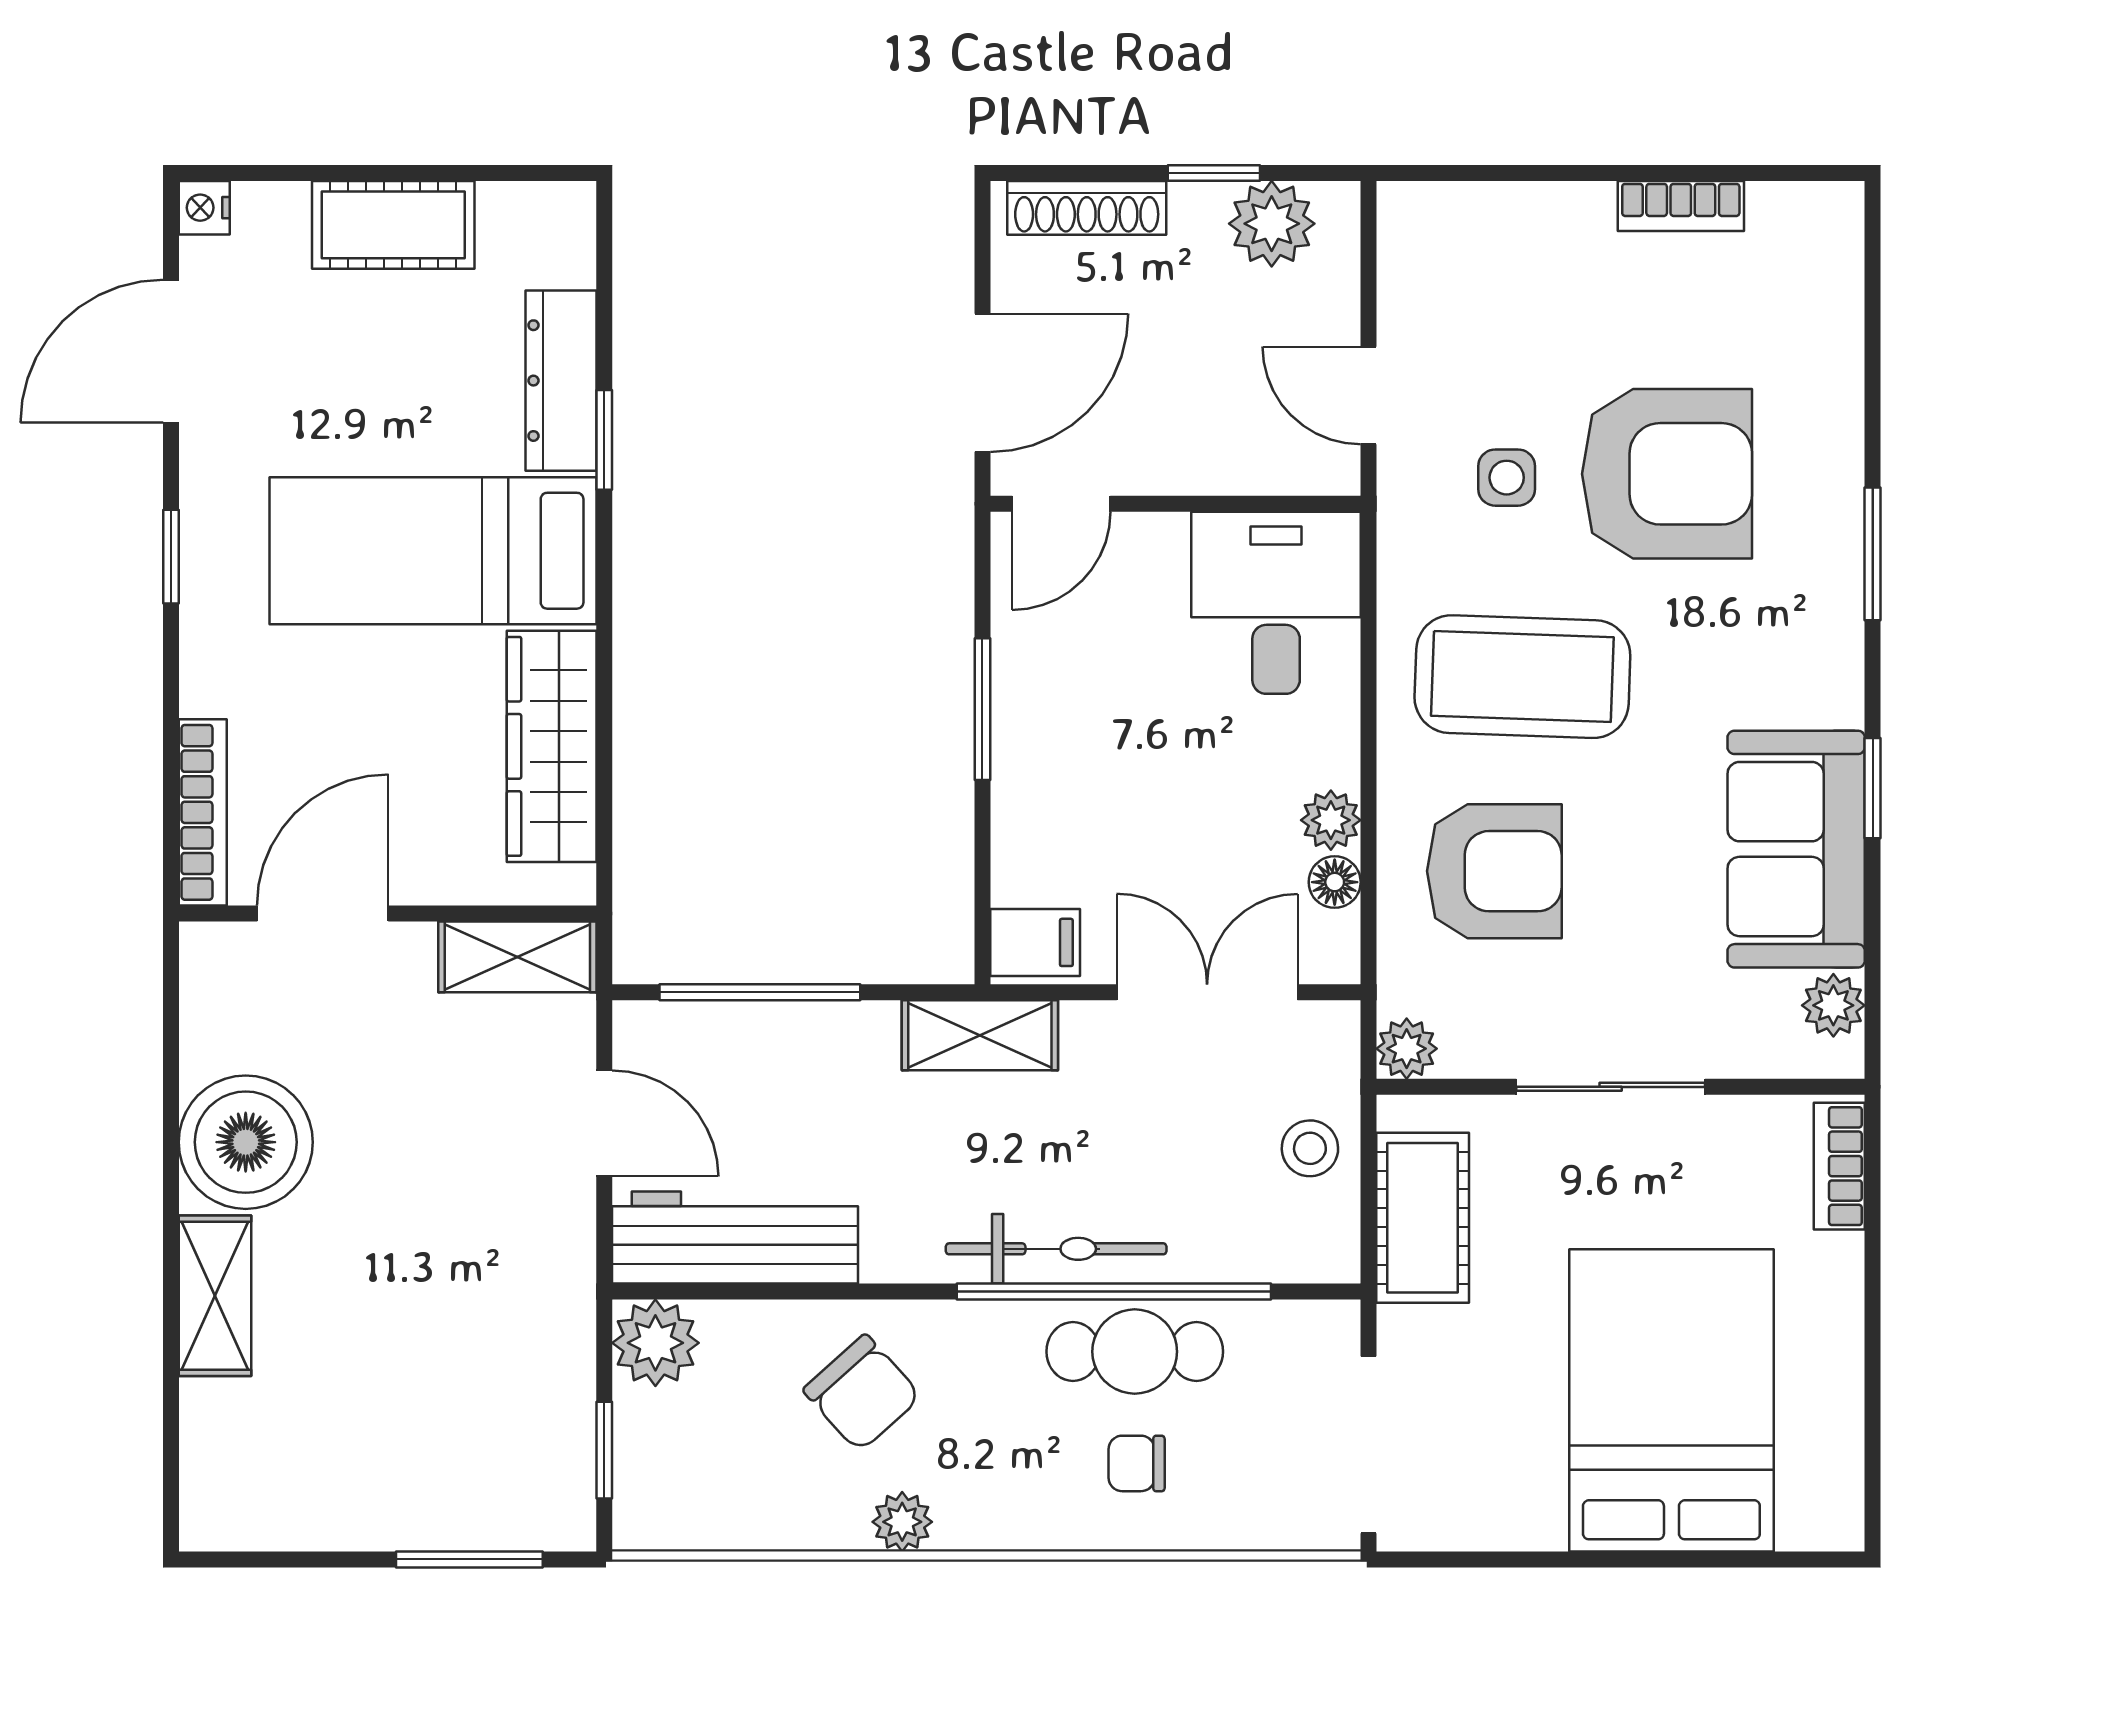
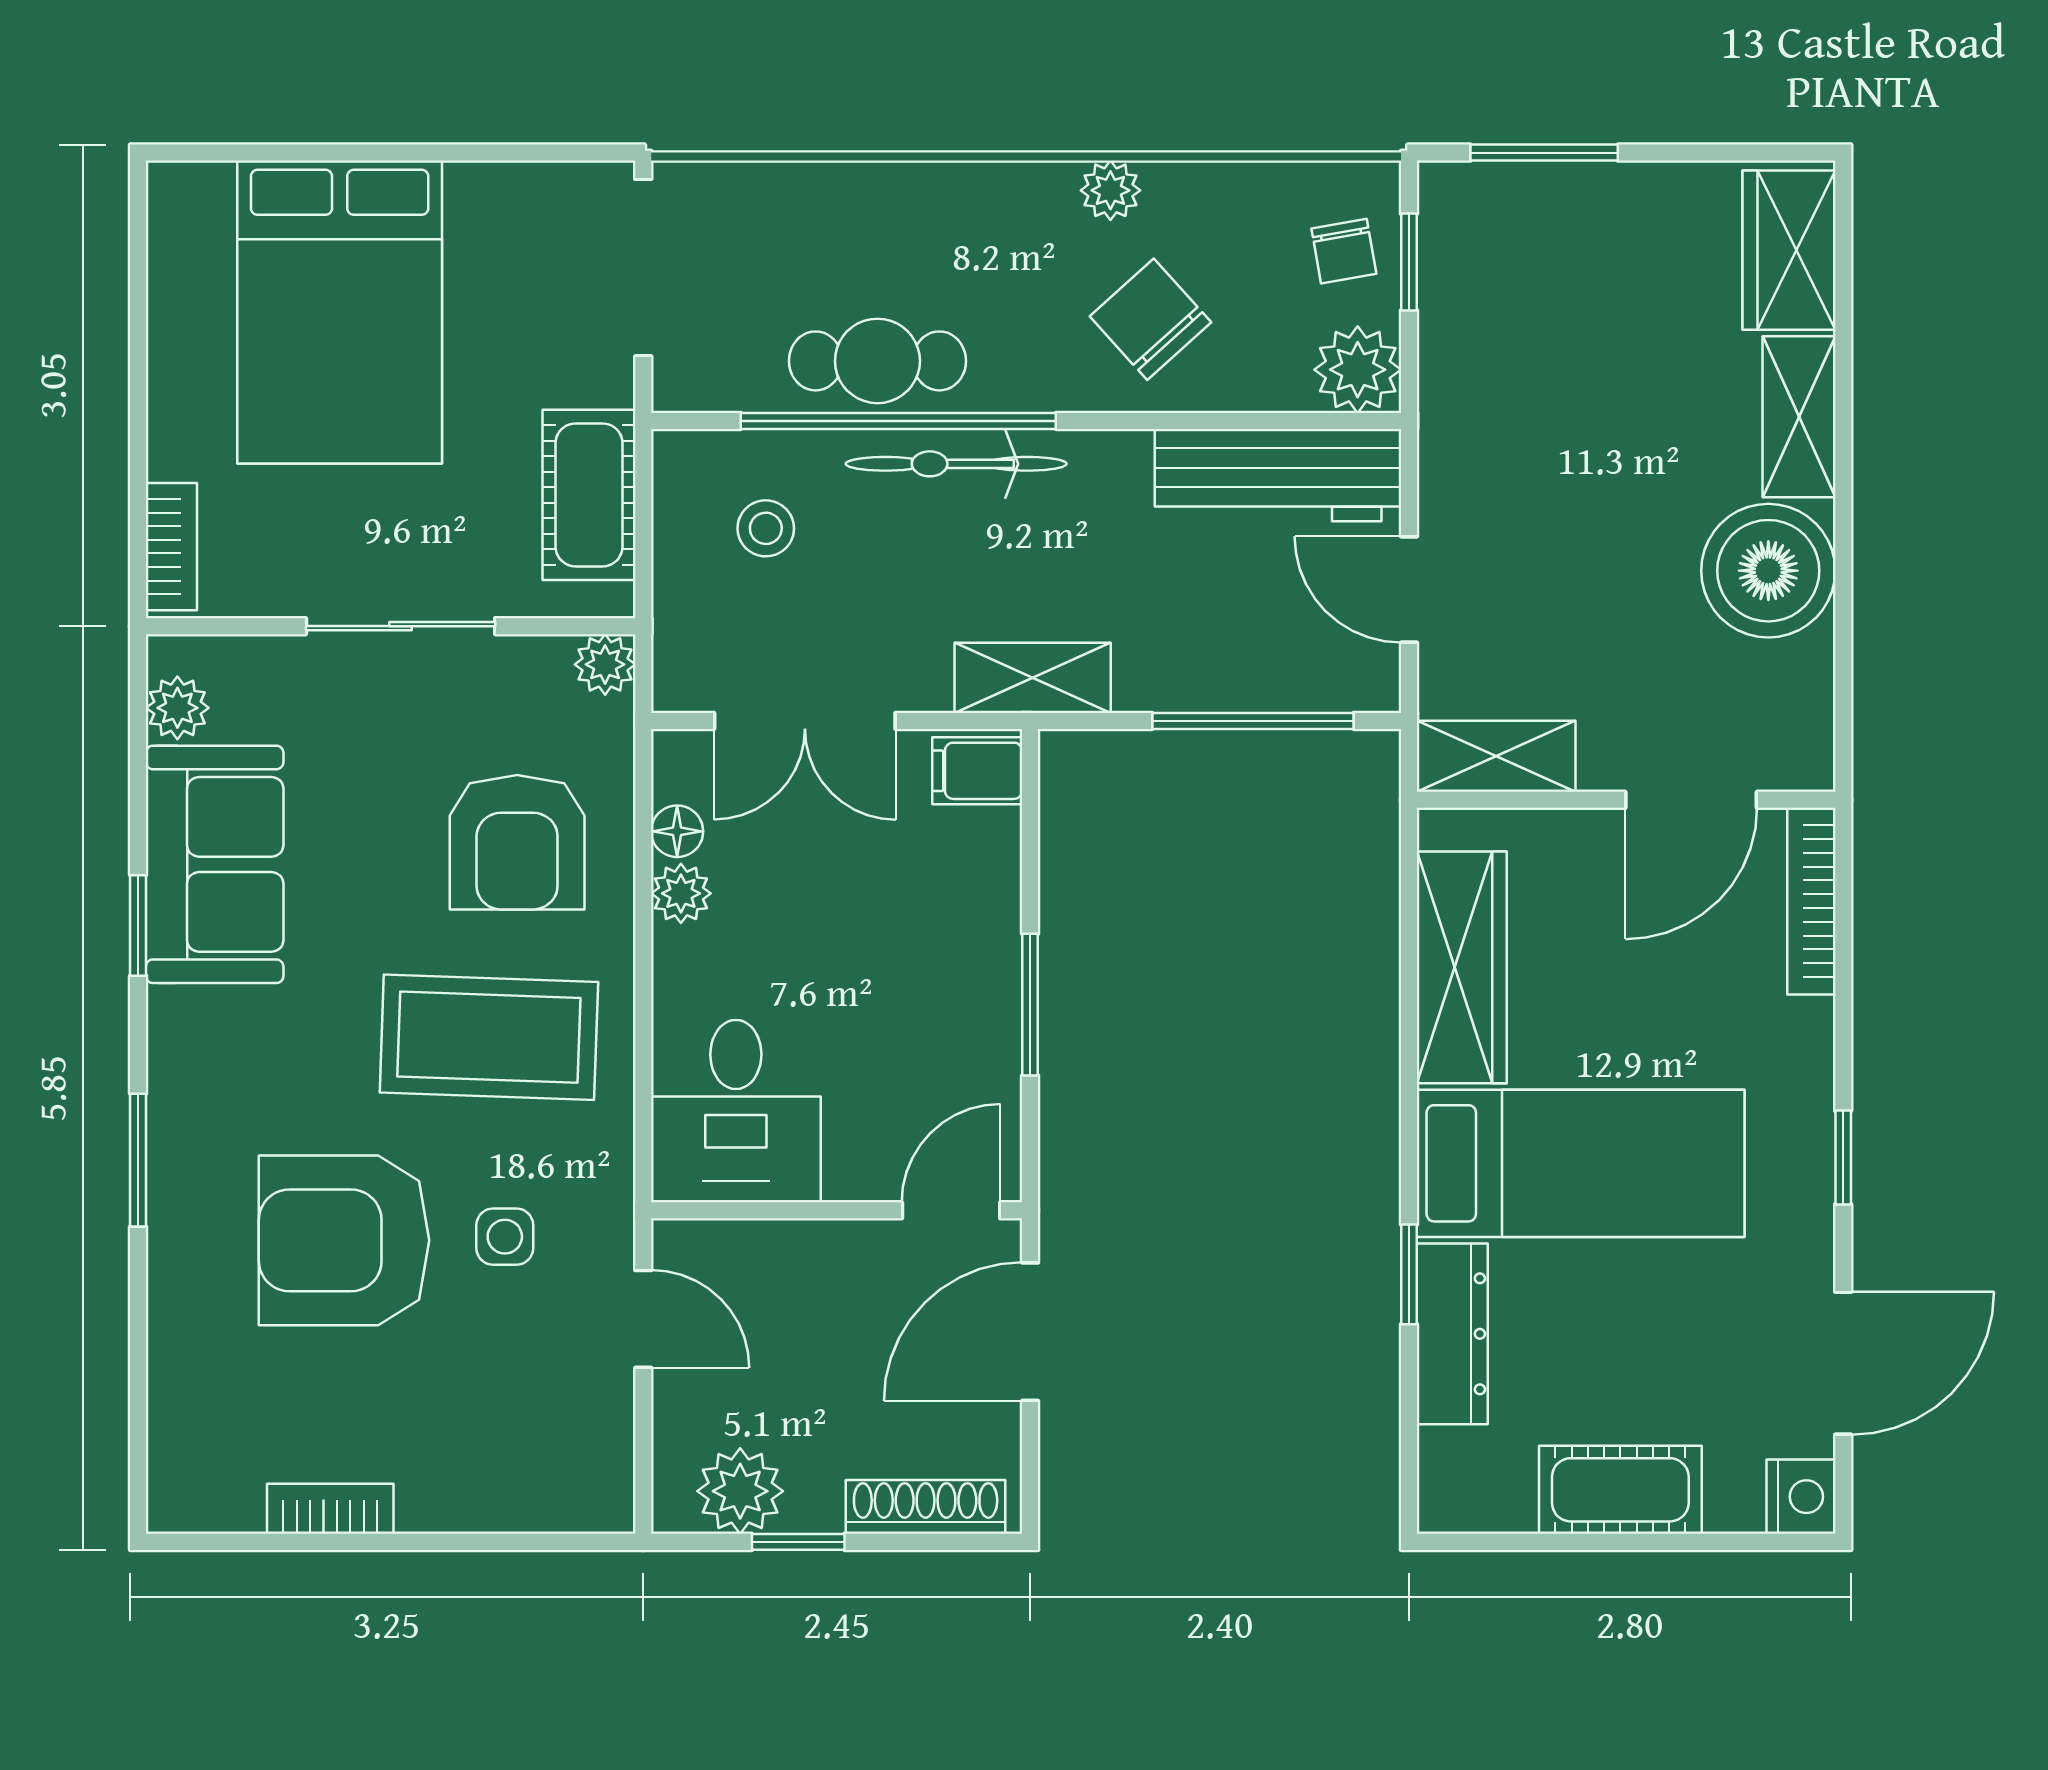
nightstand: (204, 208) -> (1801, 1497), width x1.39, depth x1.35
armchair: (1494, 871) -> (517, 842), turned -90
stool: (1310, 1148) -> (766, 528), moved
wardrobe: (225, 1462) -> (1789, 250), added
chair: (1137, 1463) -> (1344, 251), moved, turned 80

